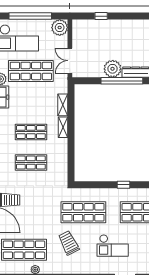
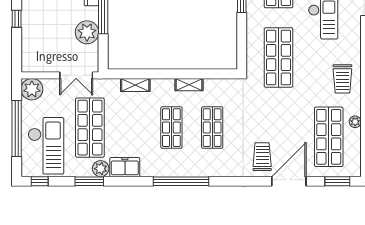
window: (101, 16) -> (17, 19), moved
plant: (113, 69) -> (87, 32), moved
shelving: (63, 127) -> (189, 85), moved
trolley: (69, 243) -> (342, 79), moved, turned -63

